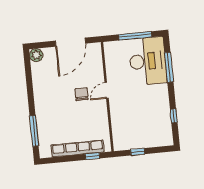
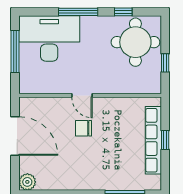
window: (169, 67) -> (78, 12), moved
round table: (151, 127) -> (135, 42), added
window: (92, 156) -> (165, 140), moved

